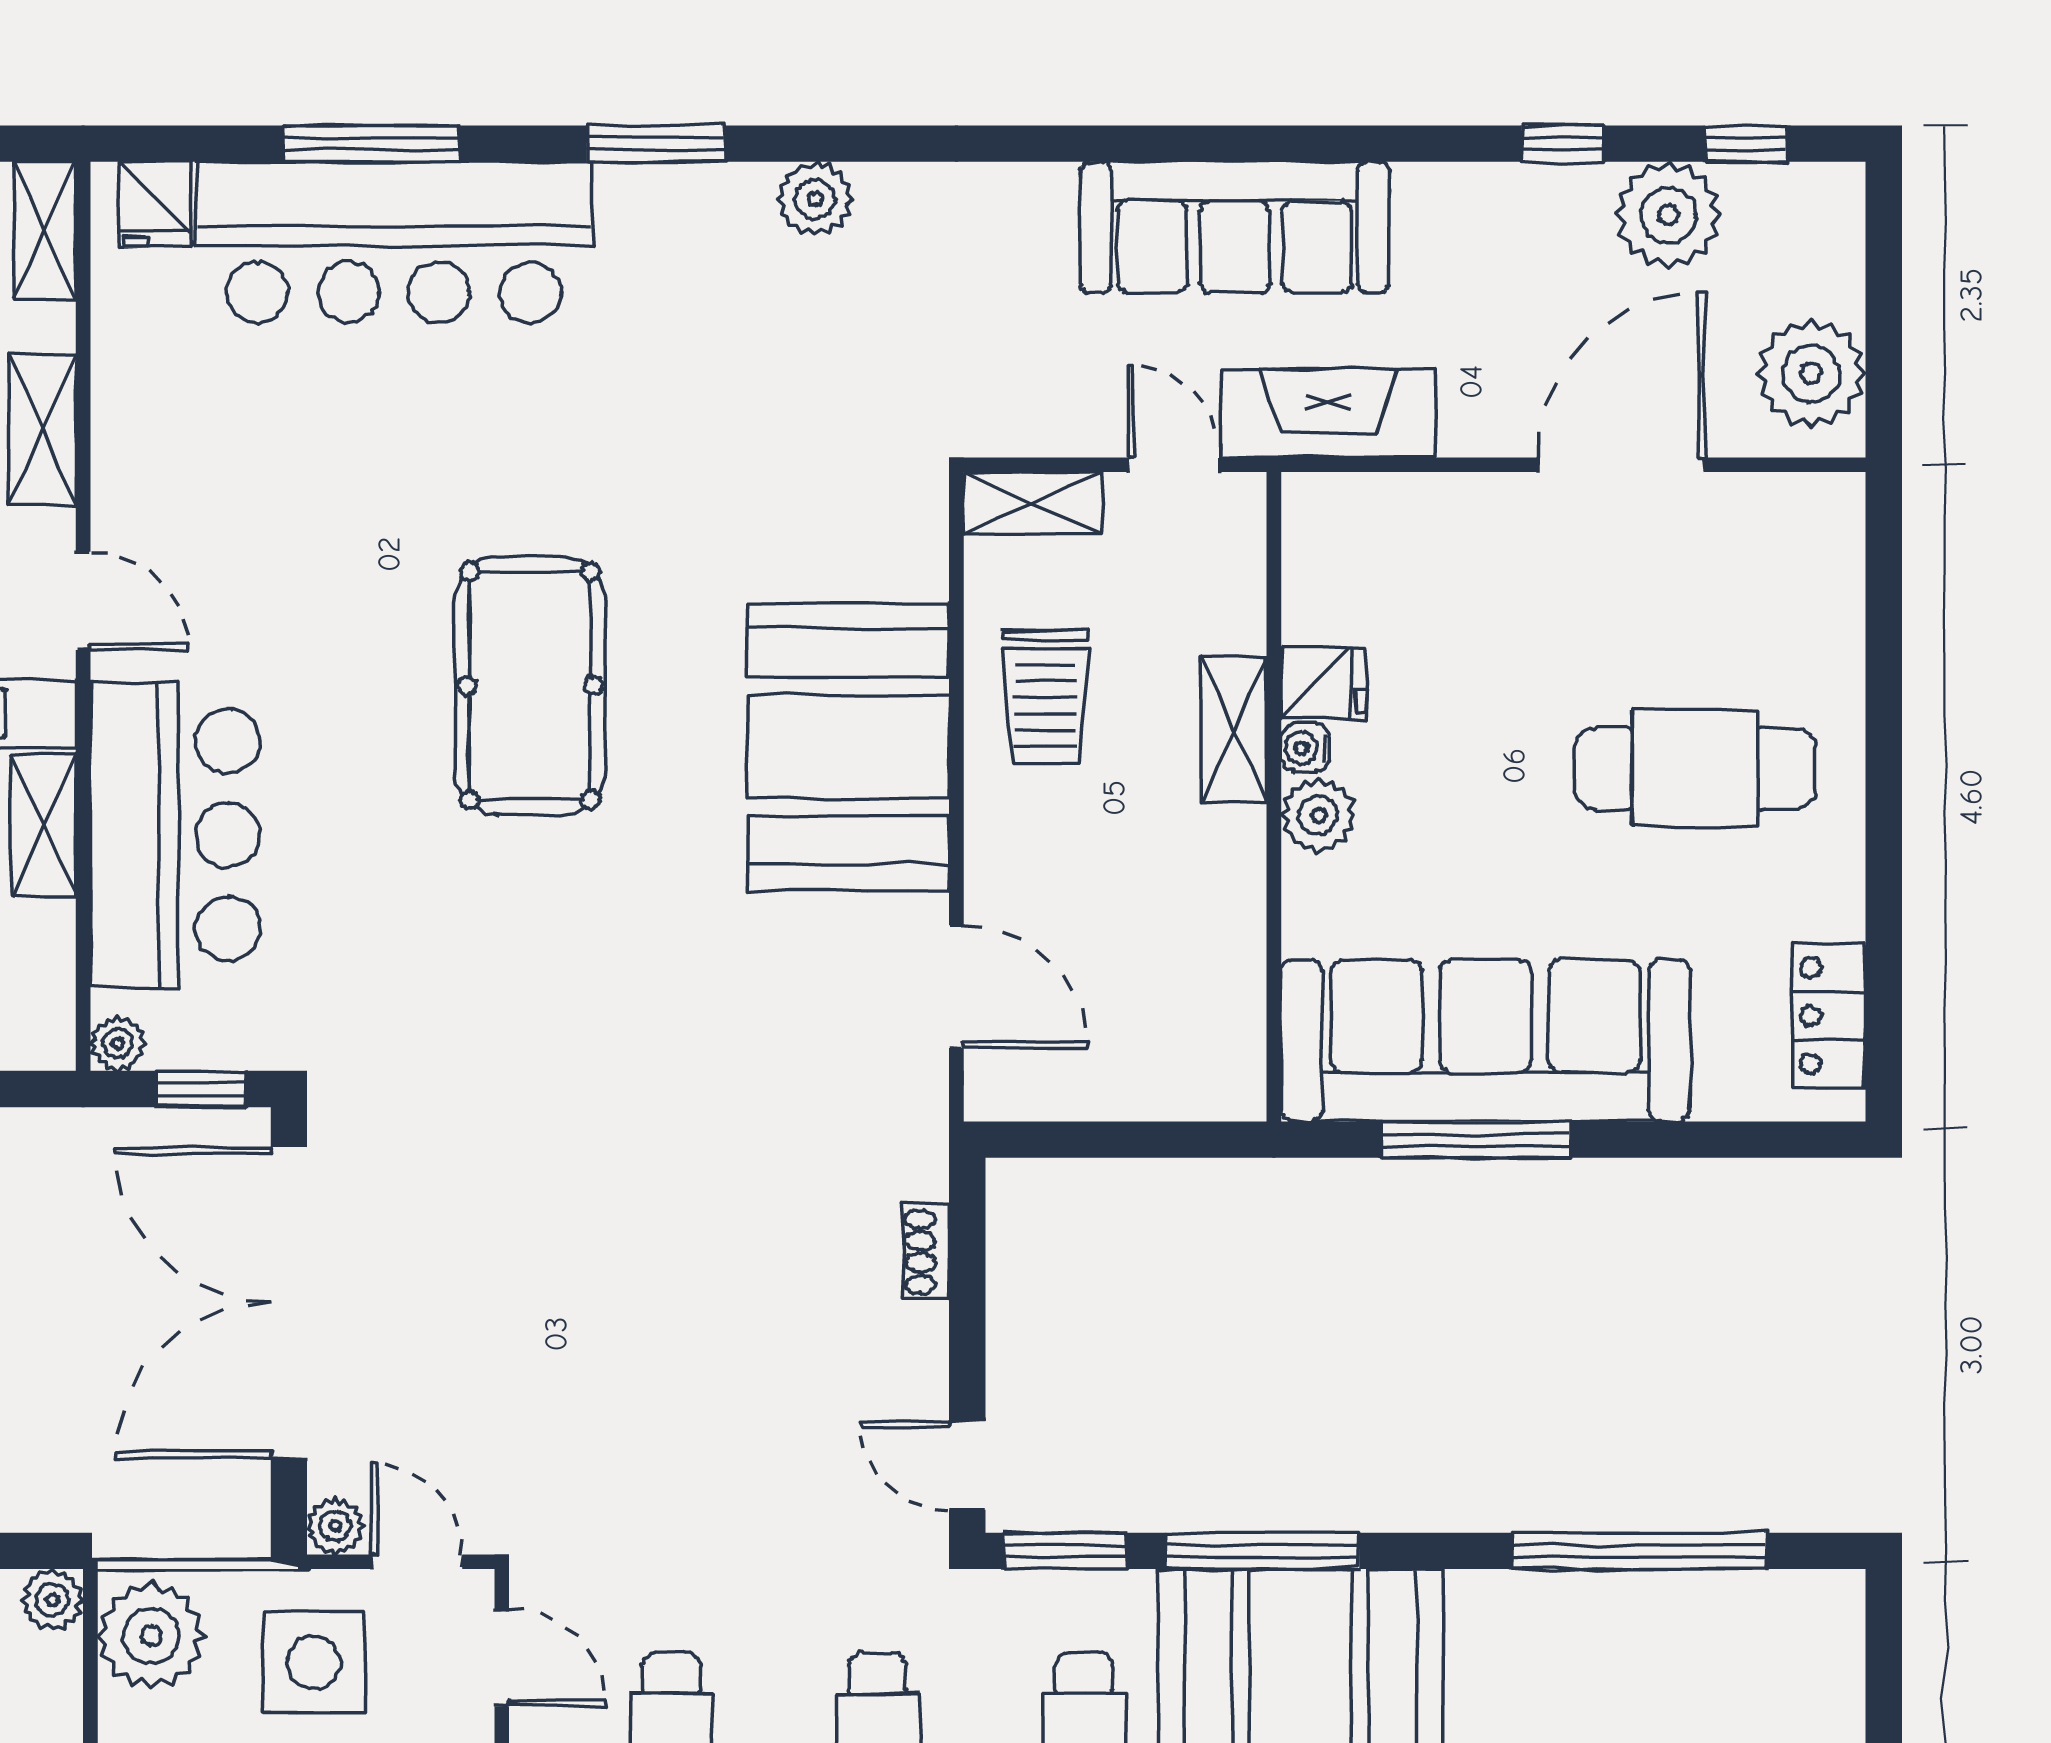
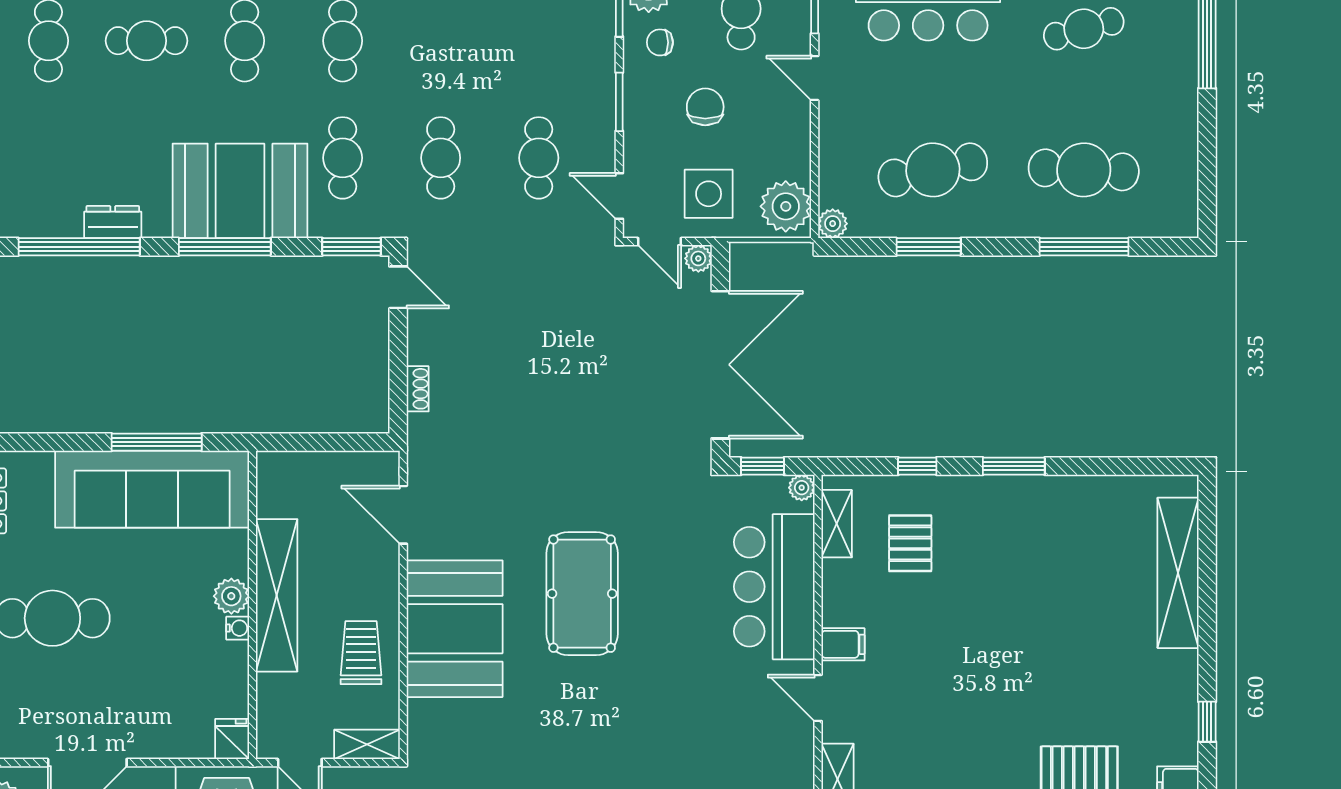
fridge: (1324, 683) -> (232, 739), moved, turned 90
pool table: (530, 686) -> (582, 594), moved
shelving: (1234, 729) -> (277, 595), width x2.20, depth x1.33
shelving: (44, 825) -> (837, 524), moved
window: (1263, 1551) -> (225, 247), moved
dresser: (1568, 1603) -> (113, 222), added

